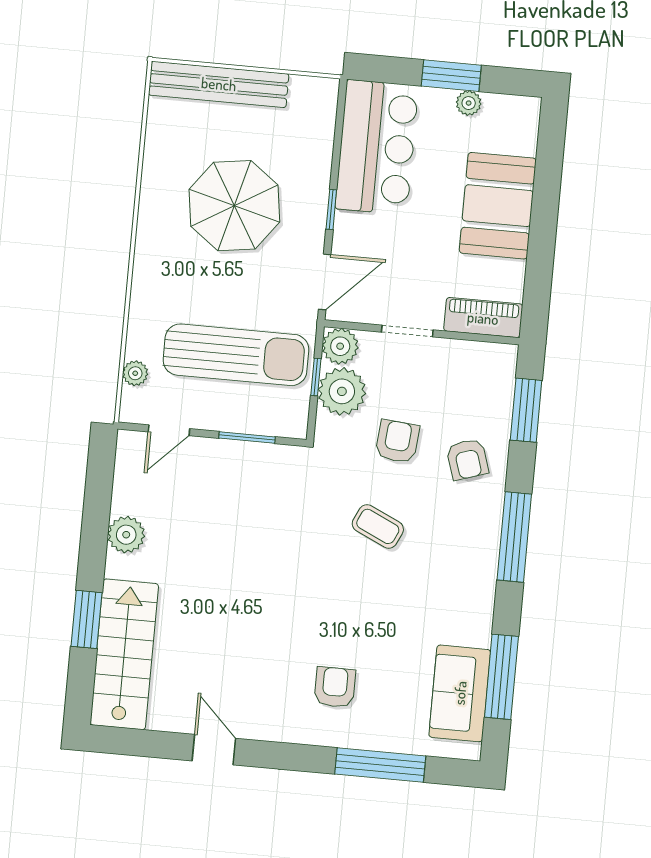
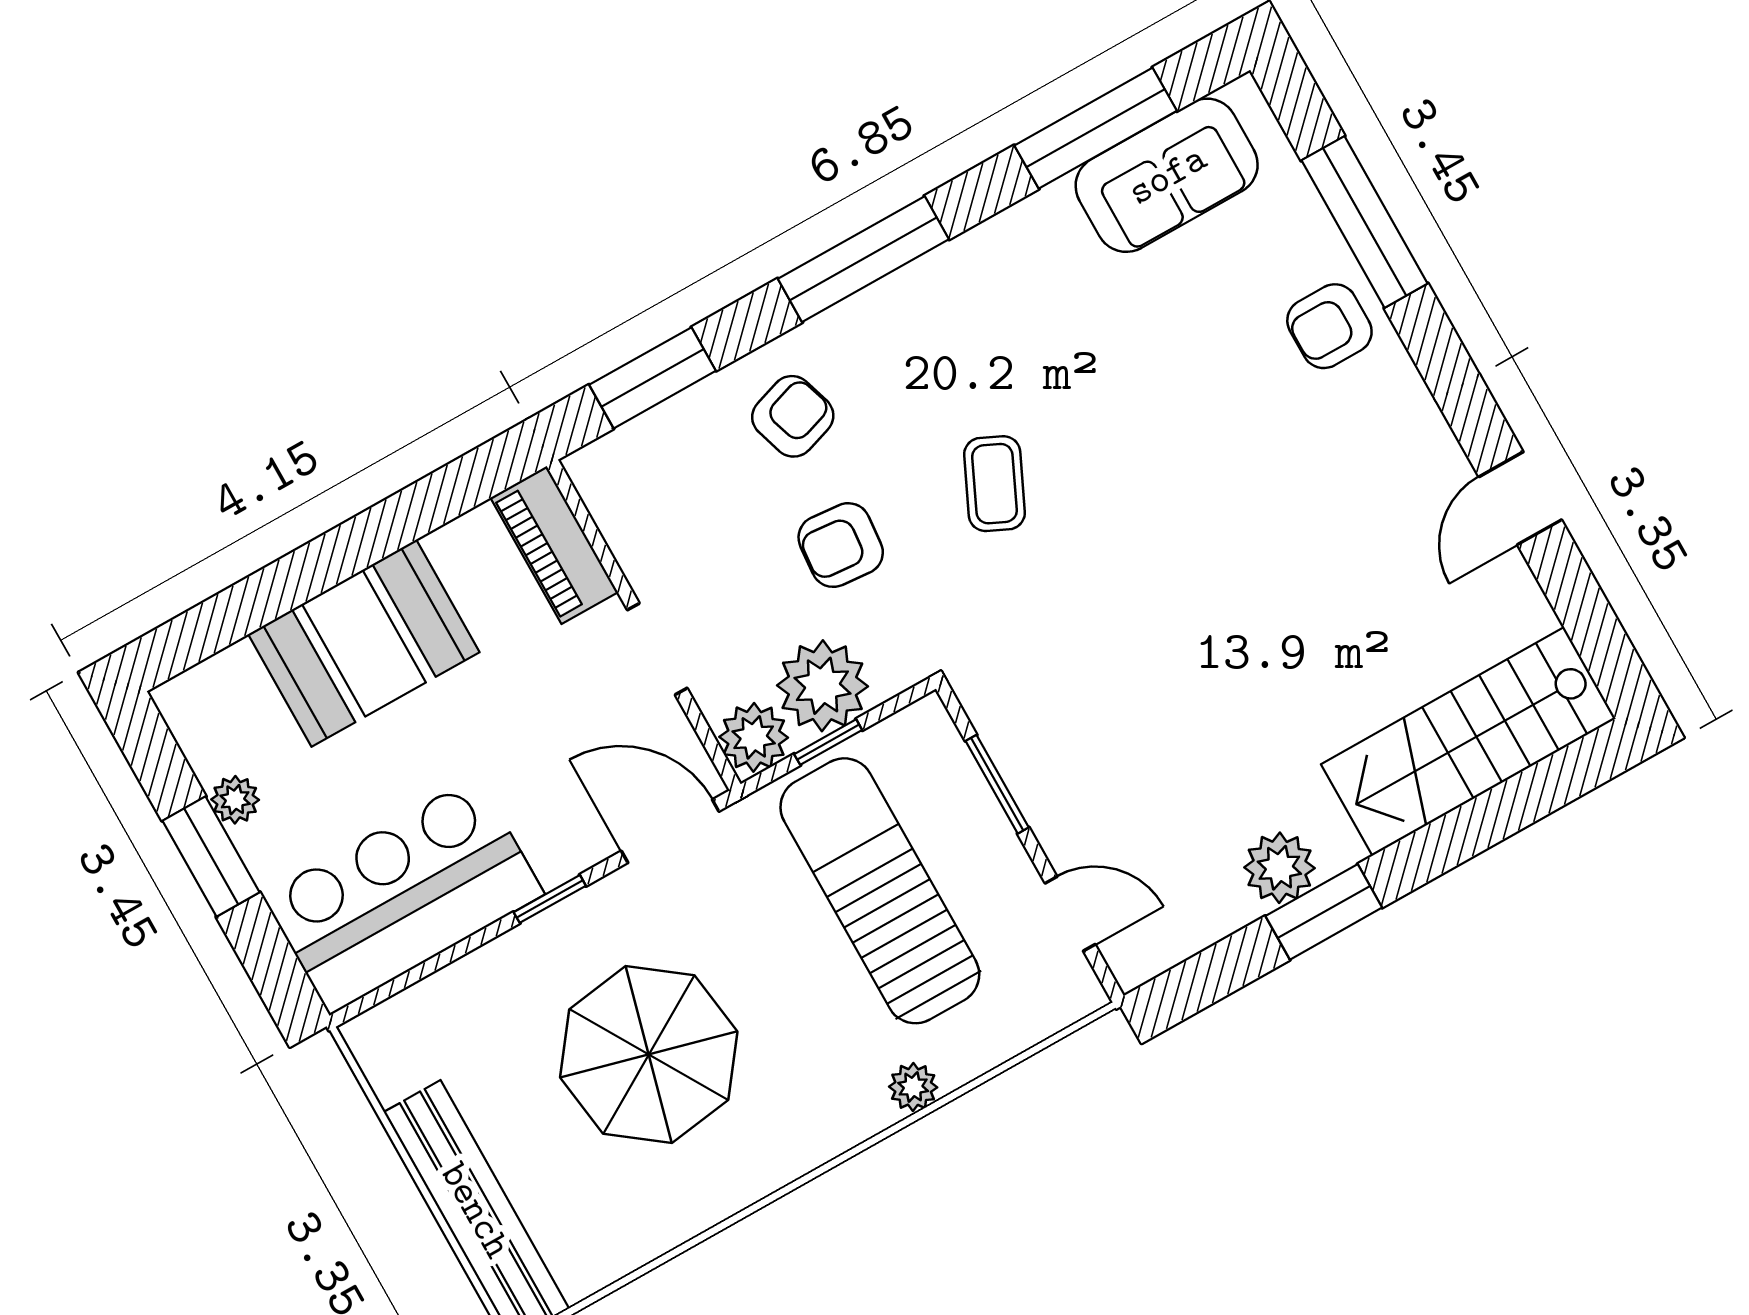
plant: (135, 373) -> (913, 1087), moved
window: (86, 619) -> (1324, 912), moved
armchair: (335, 687) -> (1329, 326), moved

